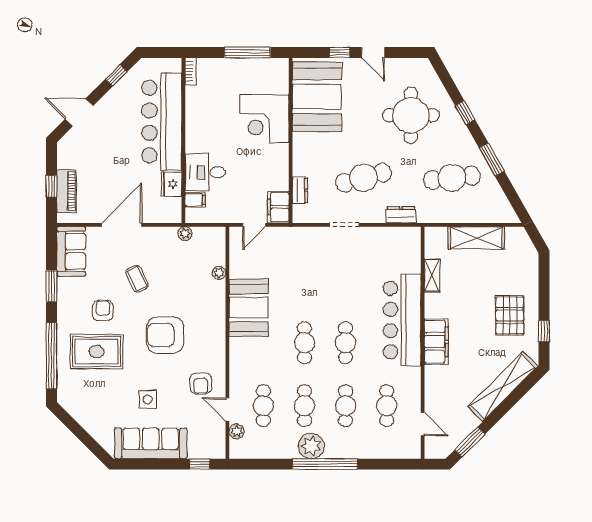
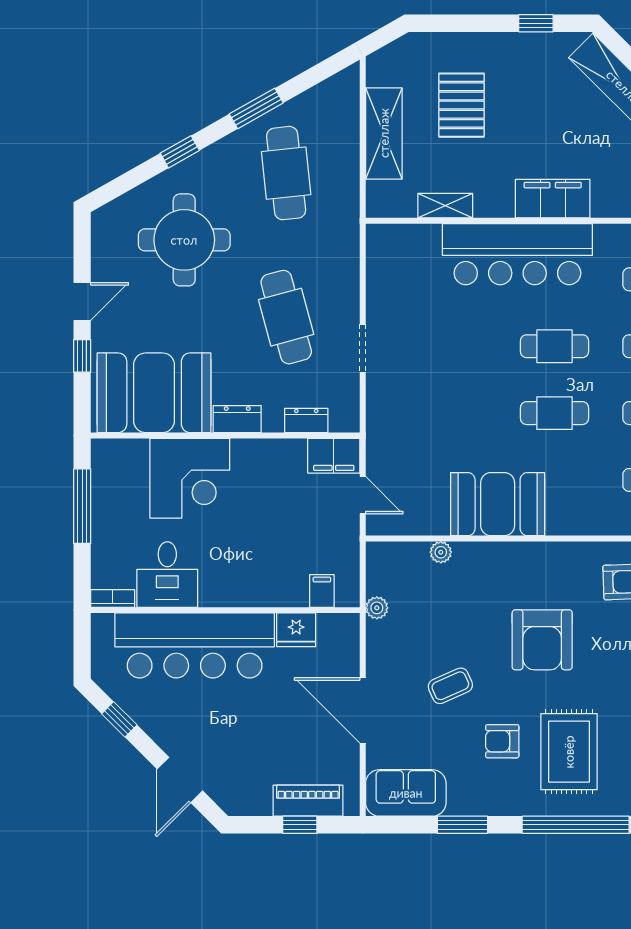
desk: (205, 172) -> (167, 575), moved
dresser: (401, 215) -> (237, 419), moved, turned 90
pallet: (510, 315) -> (461, 105), moved, turned 90

